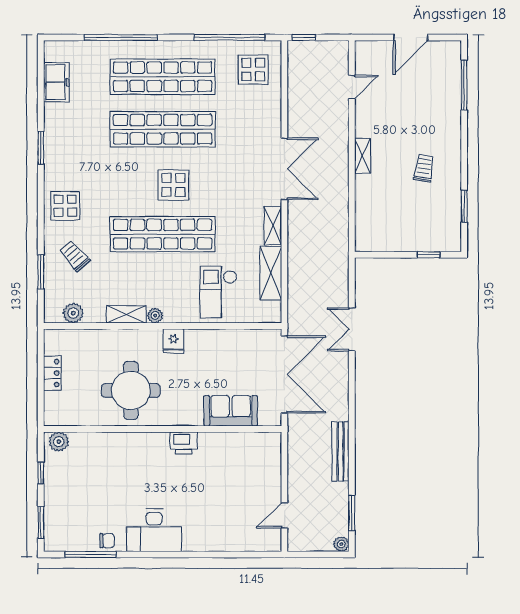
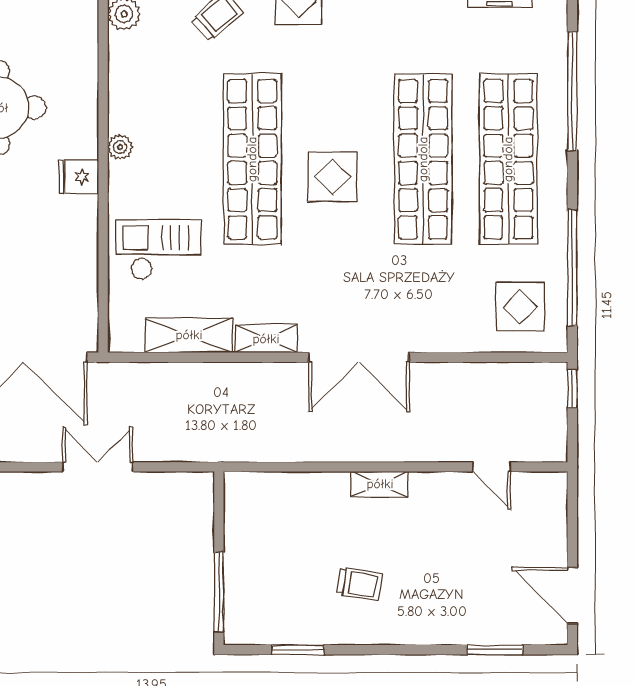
door: (411, 37) -> (572, 596), moved
window: (464, 85) -> (495, 650), width x0.69
window: (429, 255) -> (219, 592), width x2.17
shelving: (126, 314) -> (122, 100), removed

